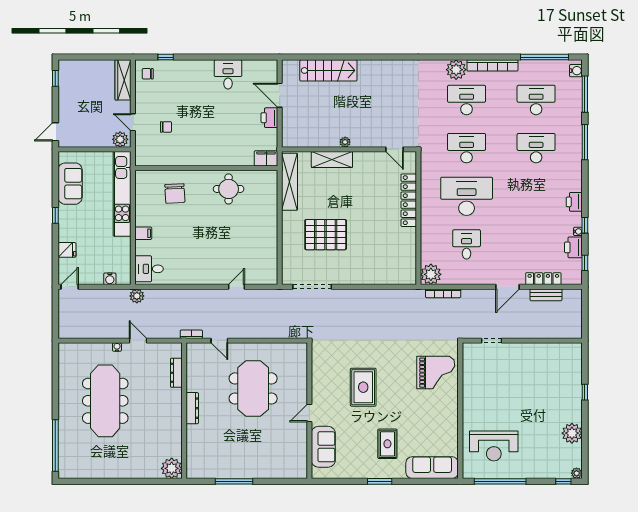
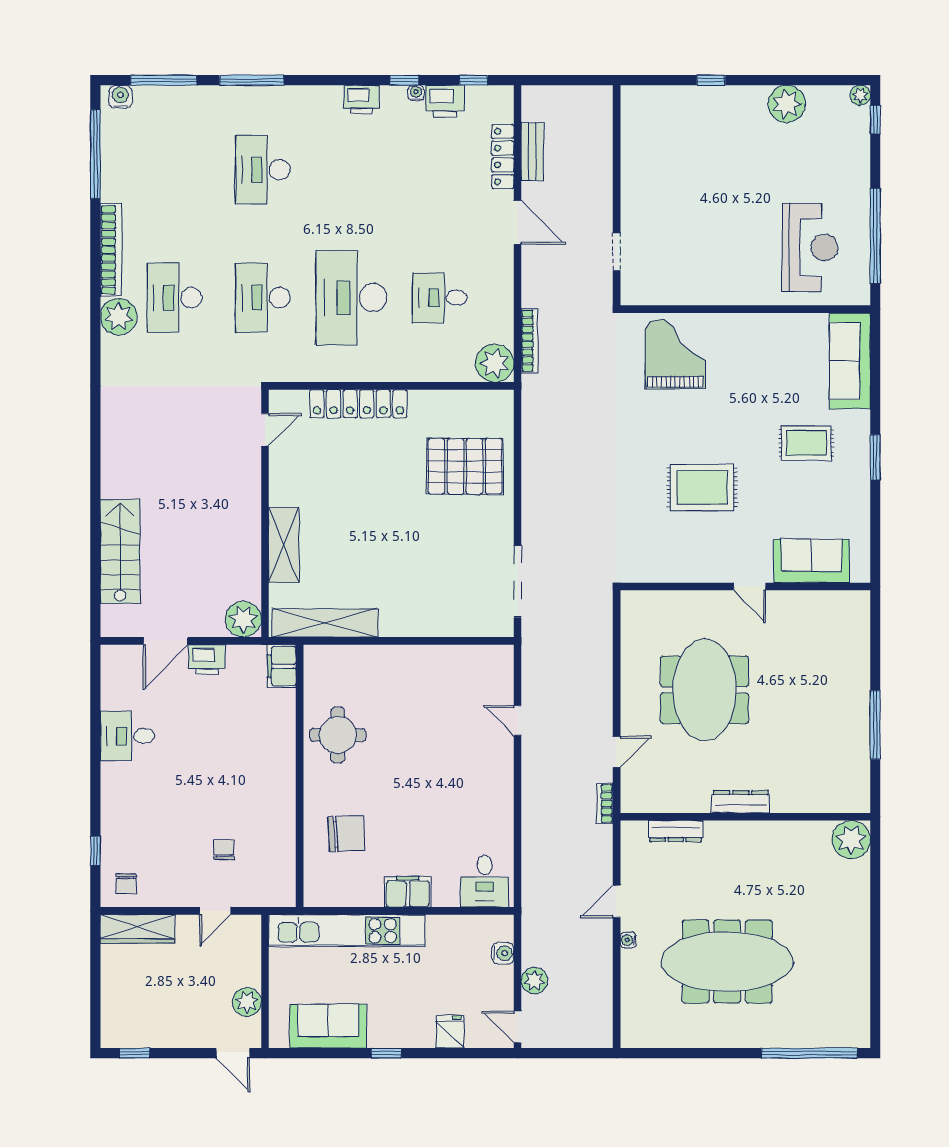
desk: (536, 100) -> (174, 170), removed
plant: (120, 139) -> (247, 1002), moved
plant: (345, 142) -> (243, 619), moved, width x1.88, depth x1.88
filing cabinet: (143, 233) -> (408, 892), width x2.00
pallet: (326, 235) -> (465, 466), moved, turned 90
plant: (137, 296) -> (534, 981), moved
meeting table: (253, 388) -> (704, 690), turned 90

